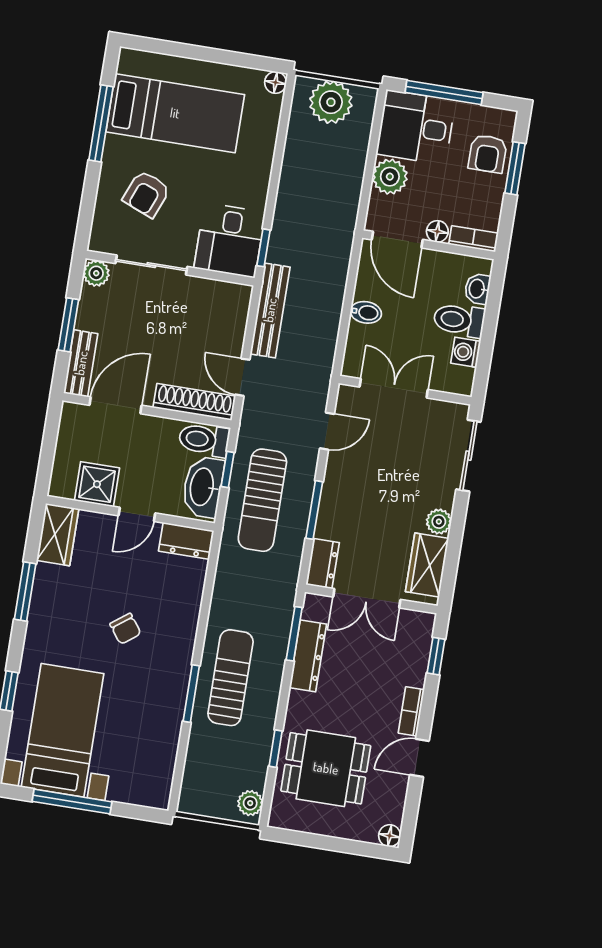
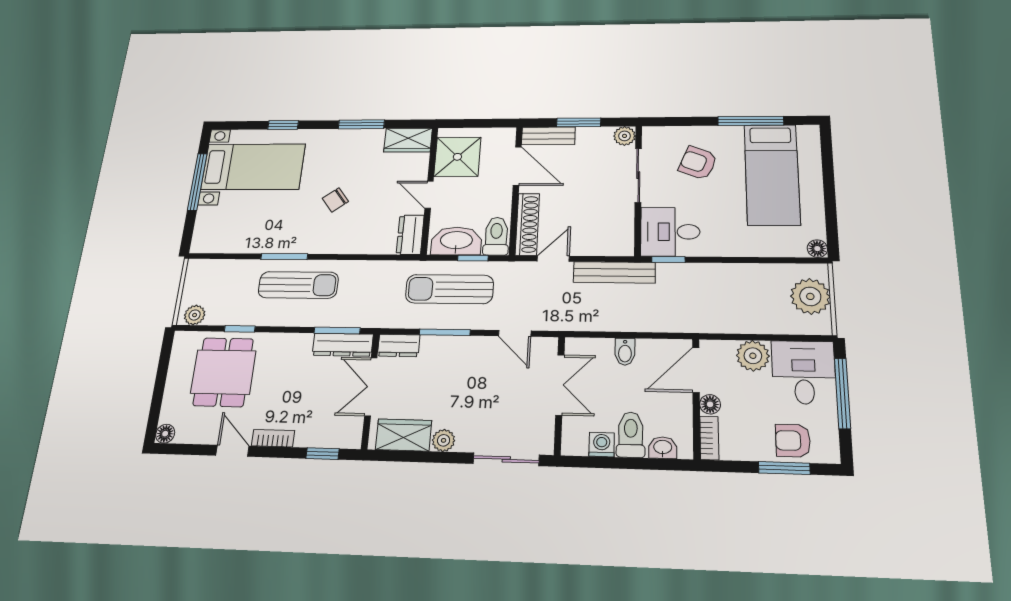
shower: (97, 484) -> (457, 157), width x1.36, depth x1.36
dresser: (308, 656) -> (343, 345), moved

